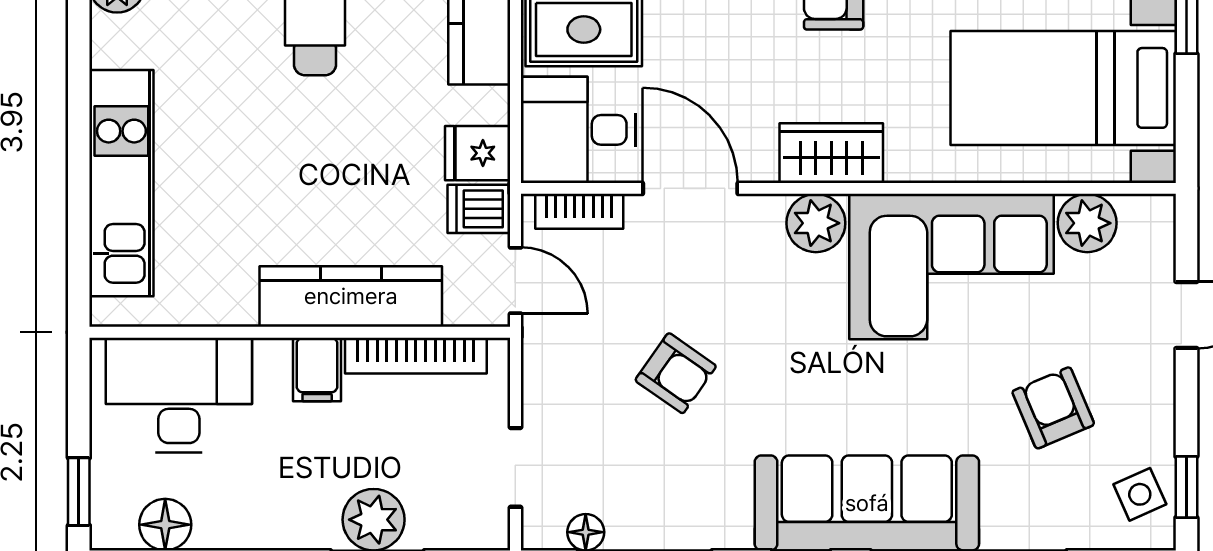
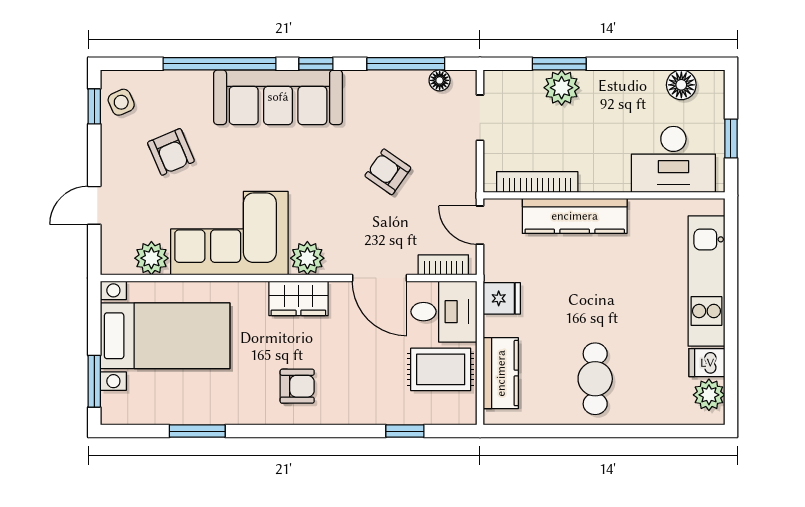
dishwasher: (479, 209) -> (707, 363), moved, turned 180
filing cabinet: (317, 369) -> (594, 174), removed
window: (79, 492) -> (731, 138), moved

